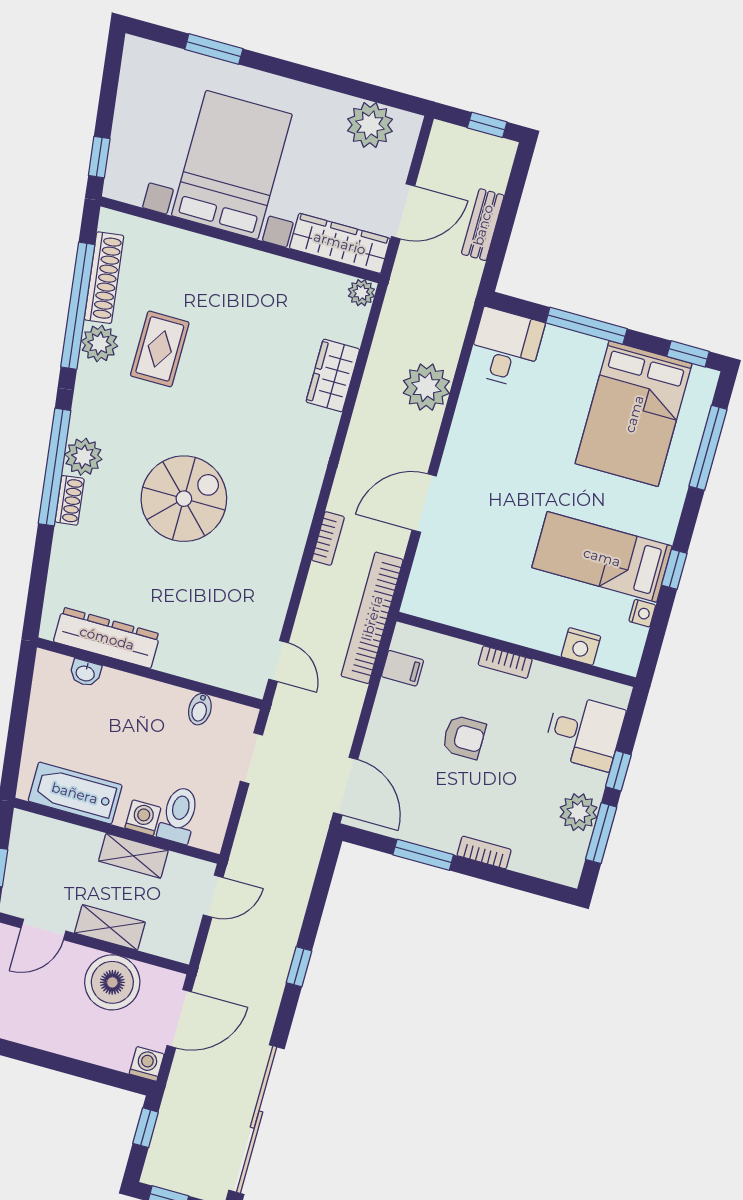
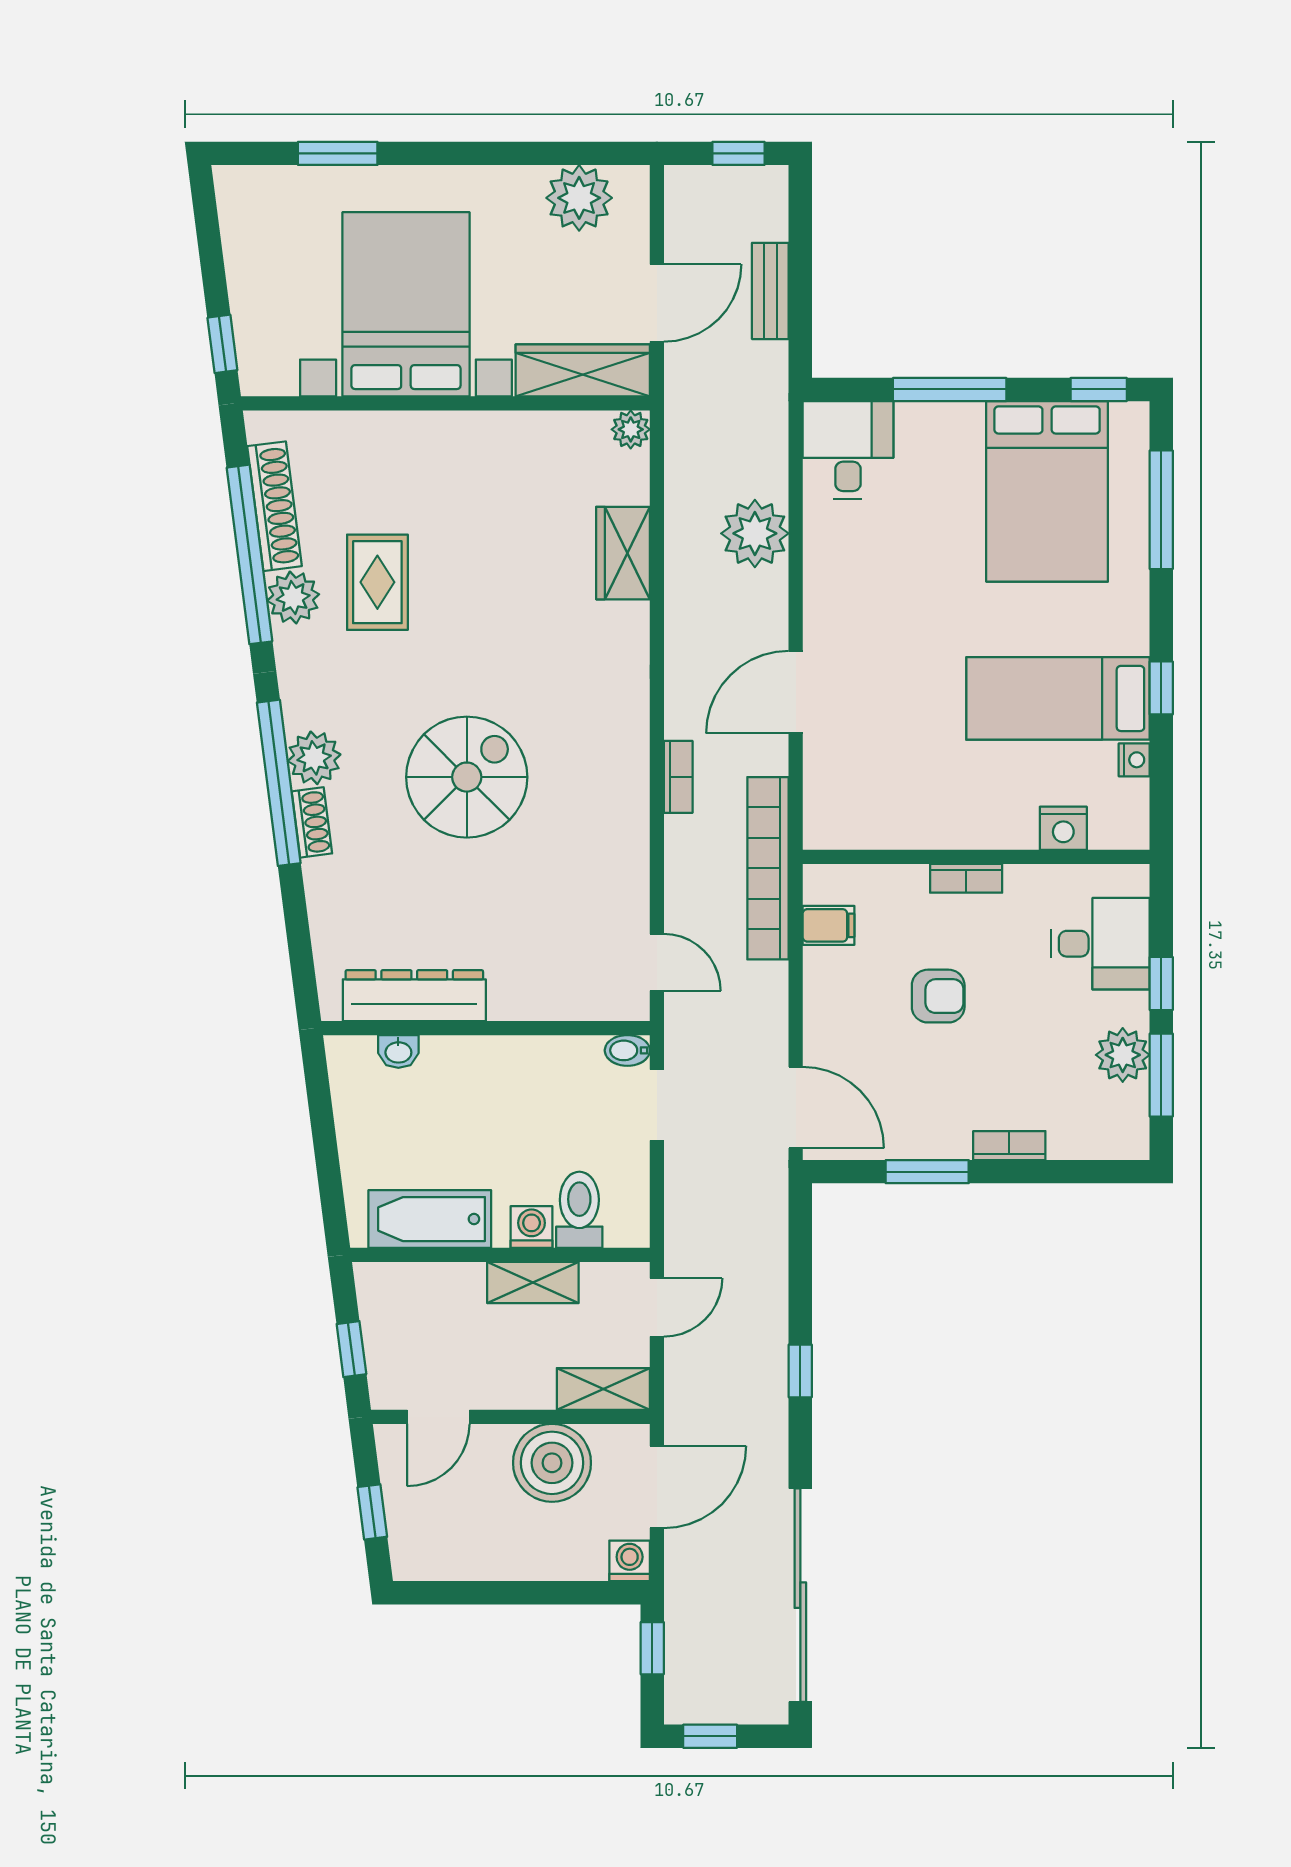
bidet: (200, 709) -> (627, 1050), moved, turned 90
shelving: (110, 927) -> (603, 1389), moved

